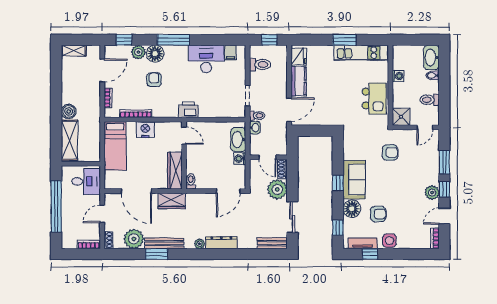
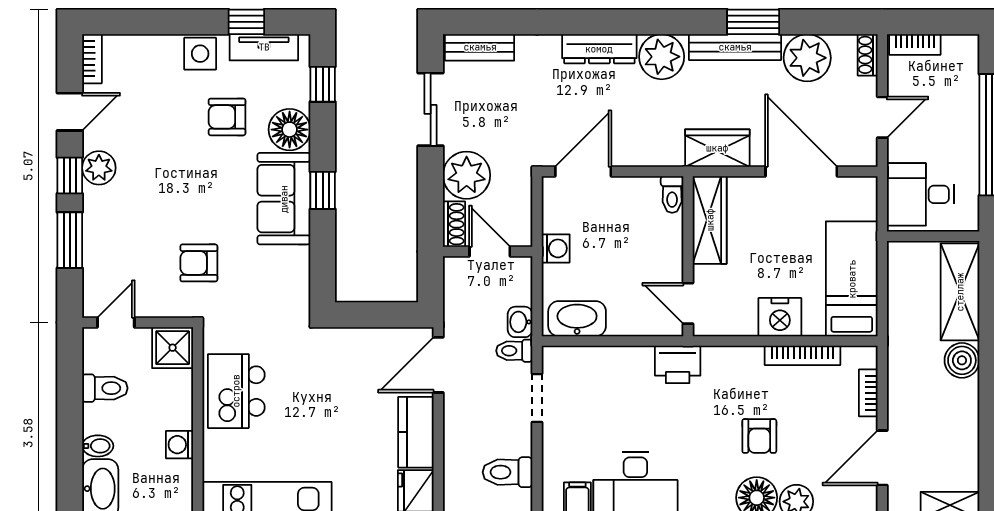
washbasin: (238, 139) -> (577, 319), moved, turned -90
plant: (200, 244) -> (662, 57), width x1.87, depth x1.87

